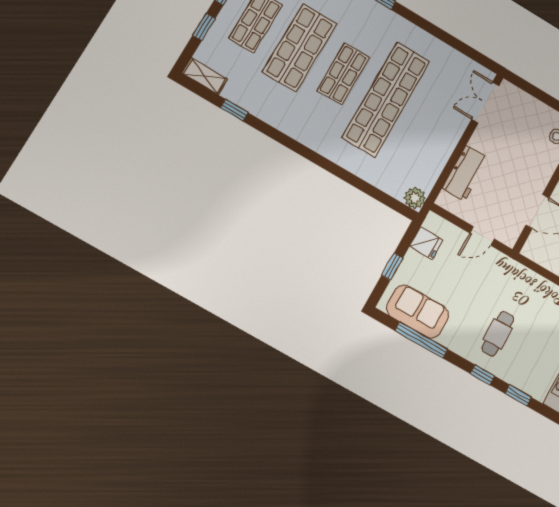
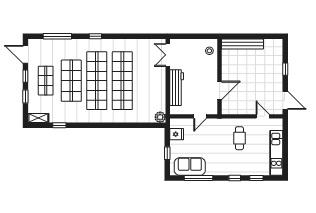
shop shelf: (343, 74) -> (97, 81), width x2.00, depth x1.36
workbench: (465, 173) -> (177, 88), width x1.38
cafe table: (498, 334) -> (239, 138), moved

